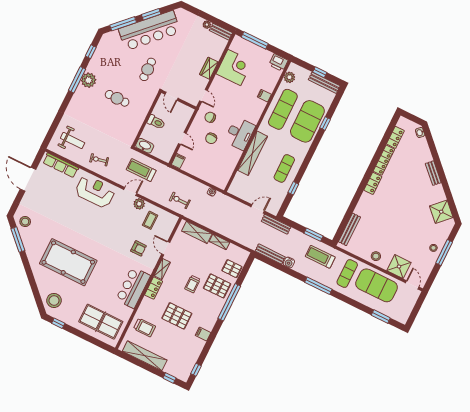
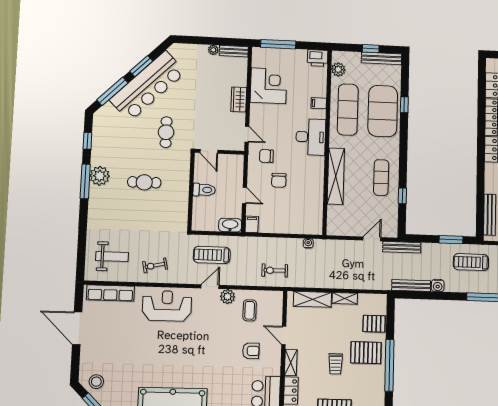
desk: (240, 134) -> (311, 137), moved
washbasin: (145, 146) -> (230, 225), moved

